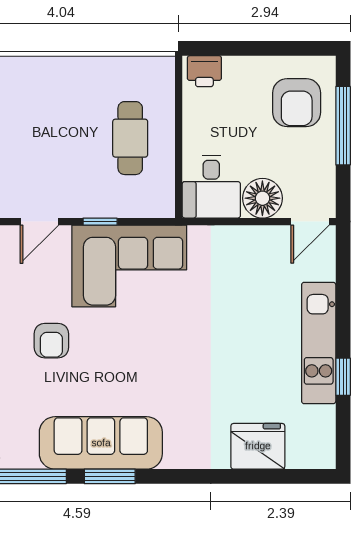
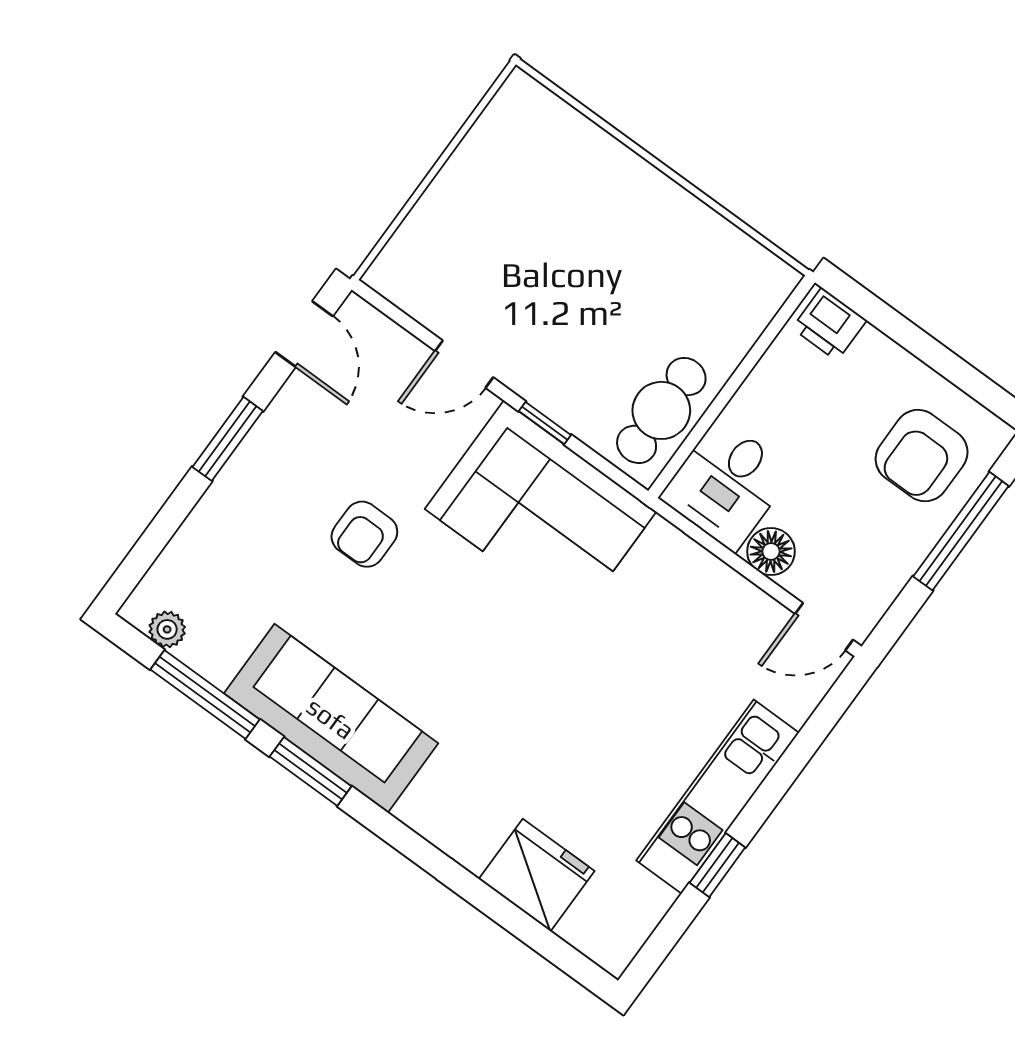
cafe table: (130, 138) -> (661, 410), moved
floor lamp: (262, 198) -> (771, 552), width x0.73, depth x0.73

